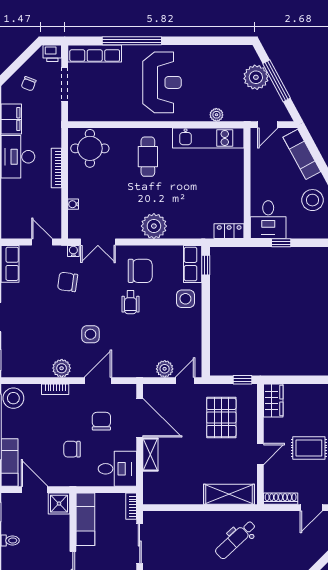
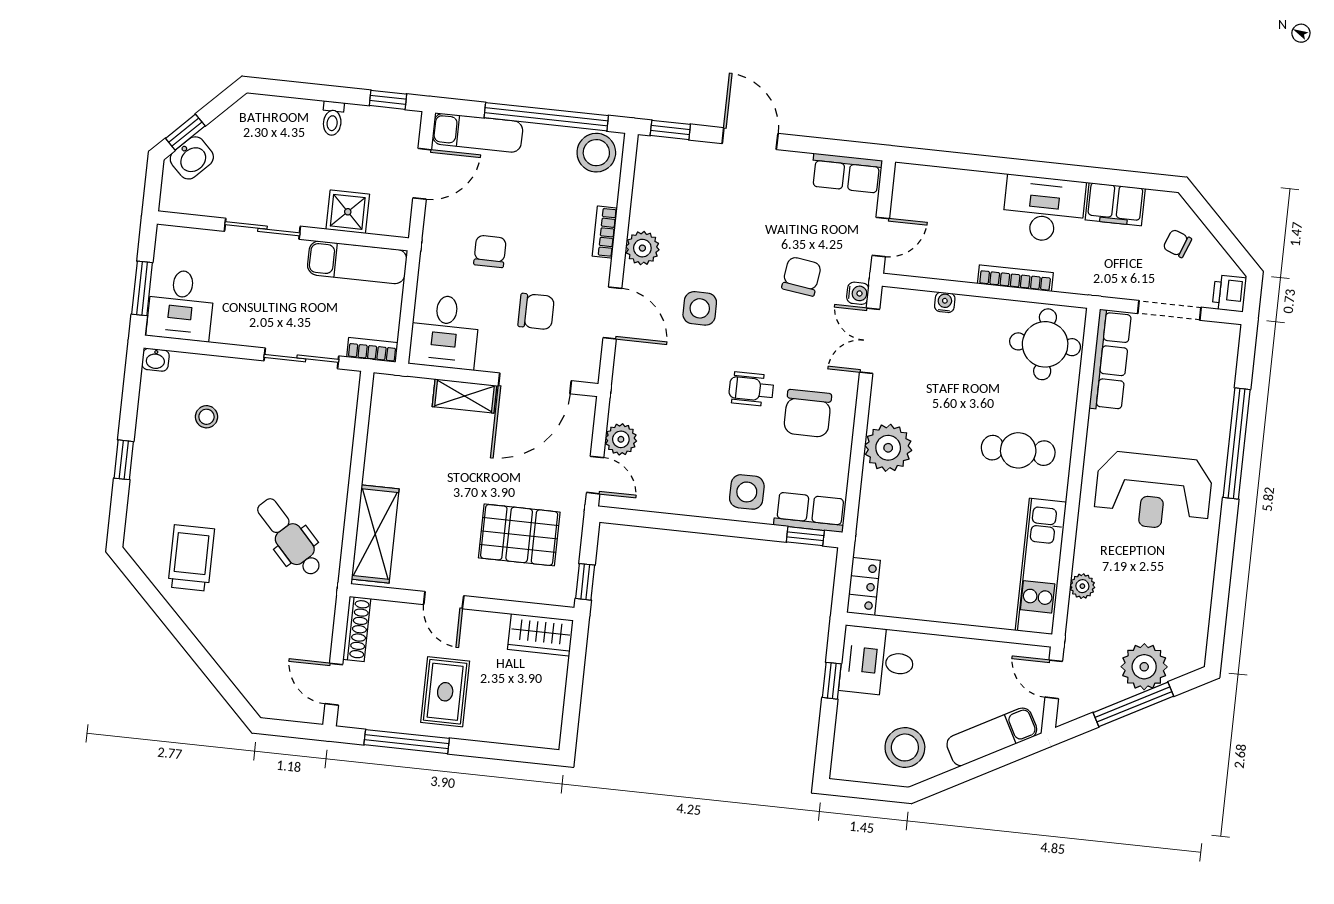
row of seats: (95, 53) -> (1110, 360), moved, turned 180
shower: (59, 504) -> (348, 212), moved

